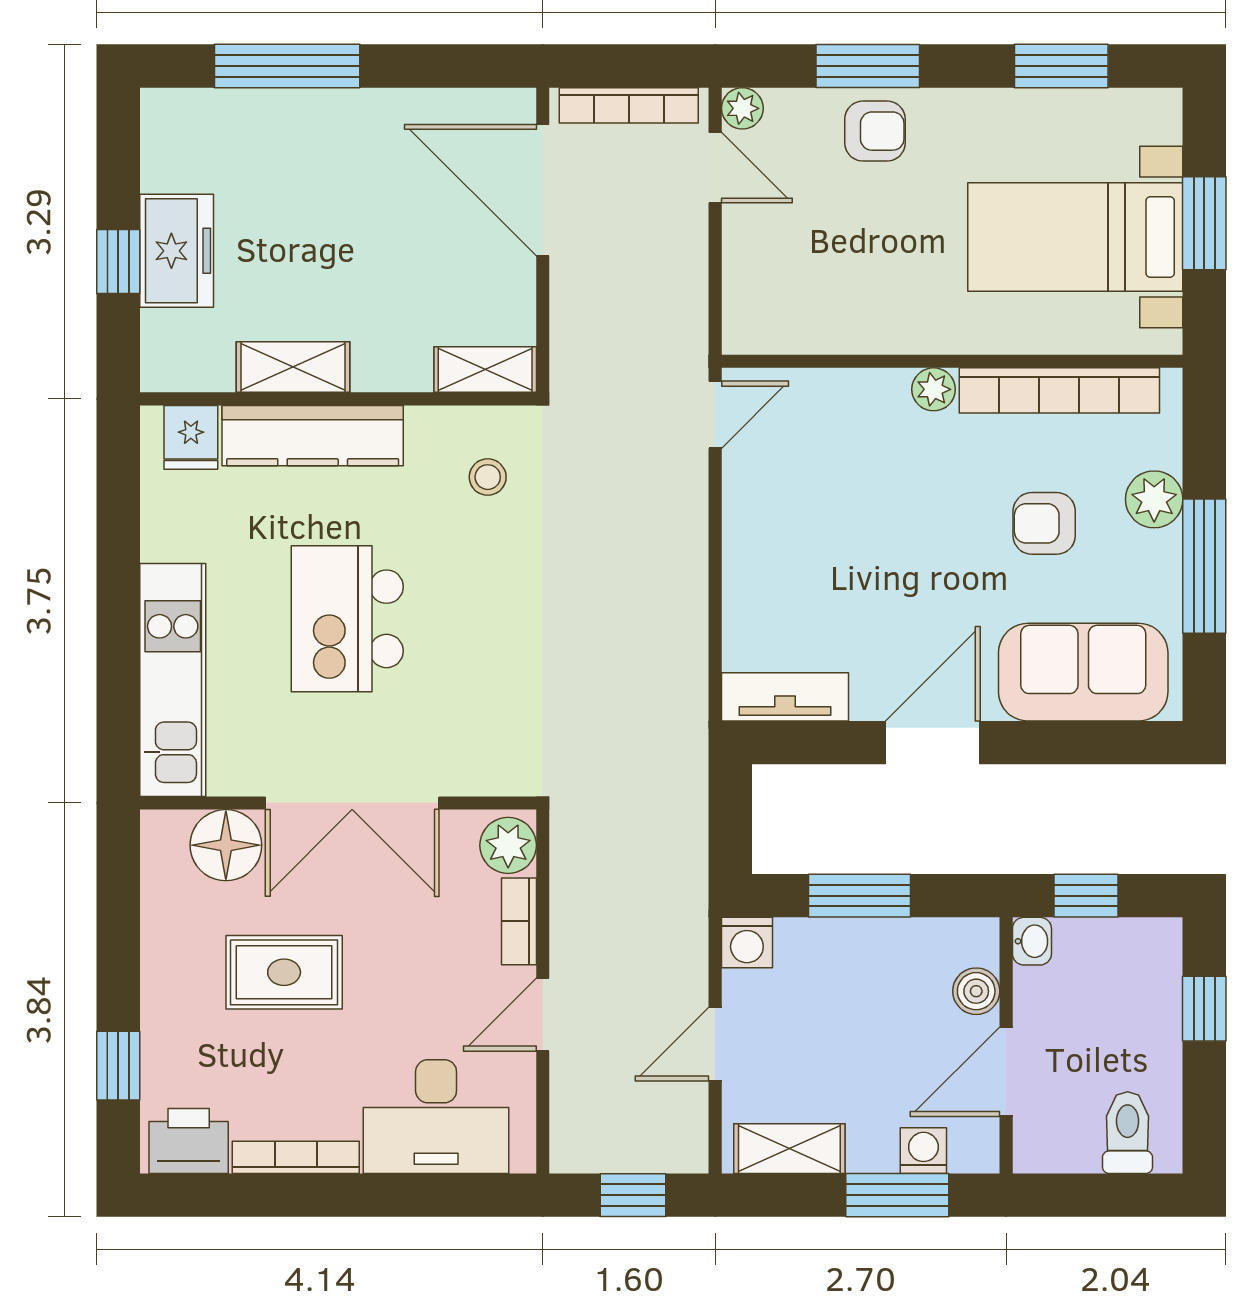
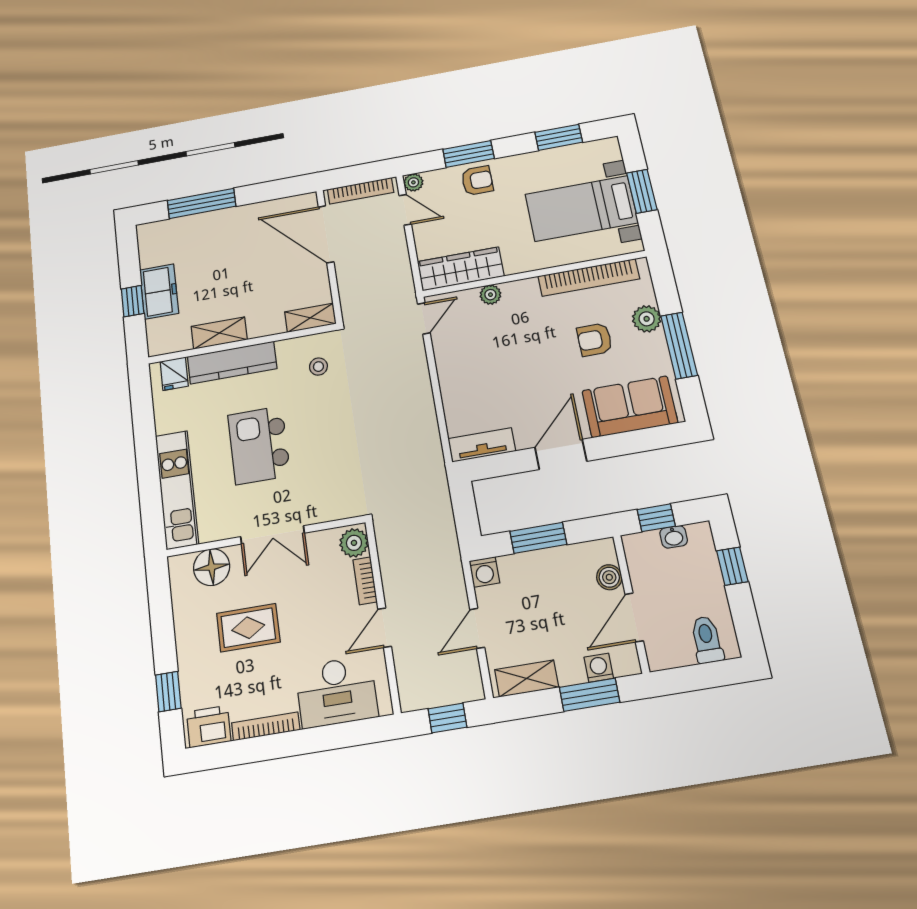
wardrobe: (807, 322) -> (461, 269), added
plant: (934, 389) -> (490, 295), moved
double door: (352, 803) -> (272, 535), width x0.73
washbasin: (1032, 941) -> (674, 537), moved, turned 90

